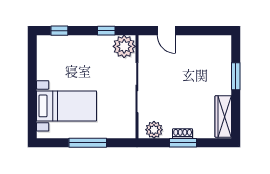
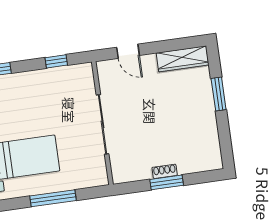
plant: (124, 46) -> (80, 77), removed
wardrobe: (223, 116) -> (182, 59), moved, turned -90
plant: (154, 130) -> (130, 172), removed

